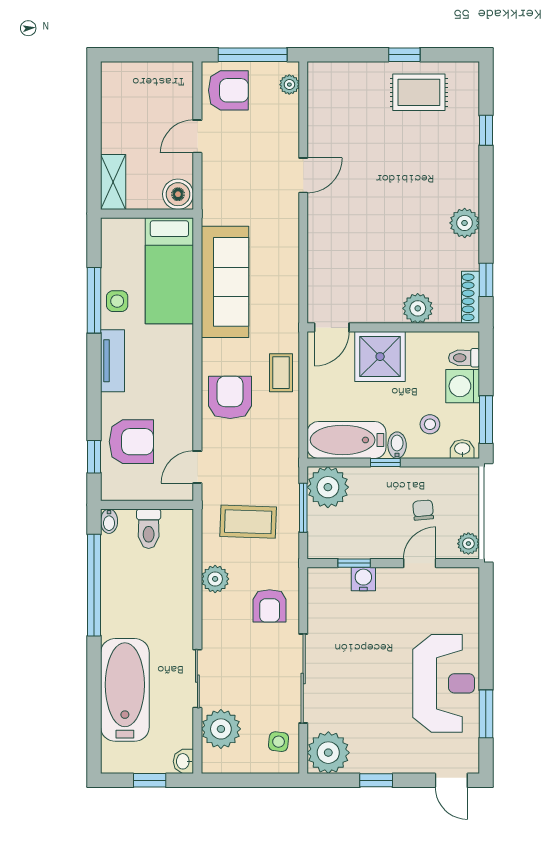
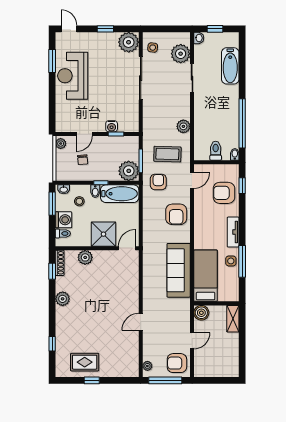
coffee table: (281, 373) -> (151, 226), removed
armchair: (270, 606) -> (158, 182), moved
bathtub: (125, 690) -> (230, 66), width x0.73, depth x0.73

